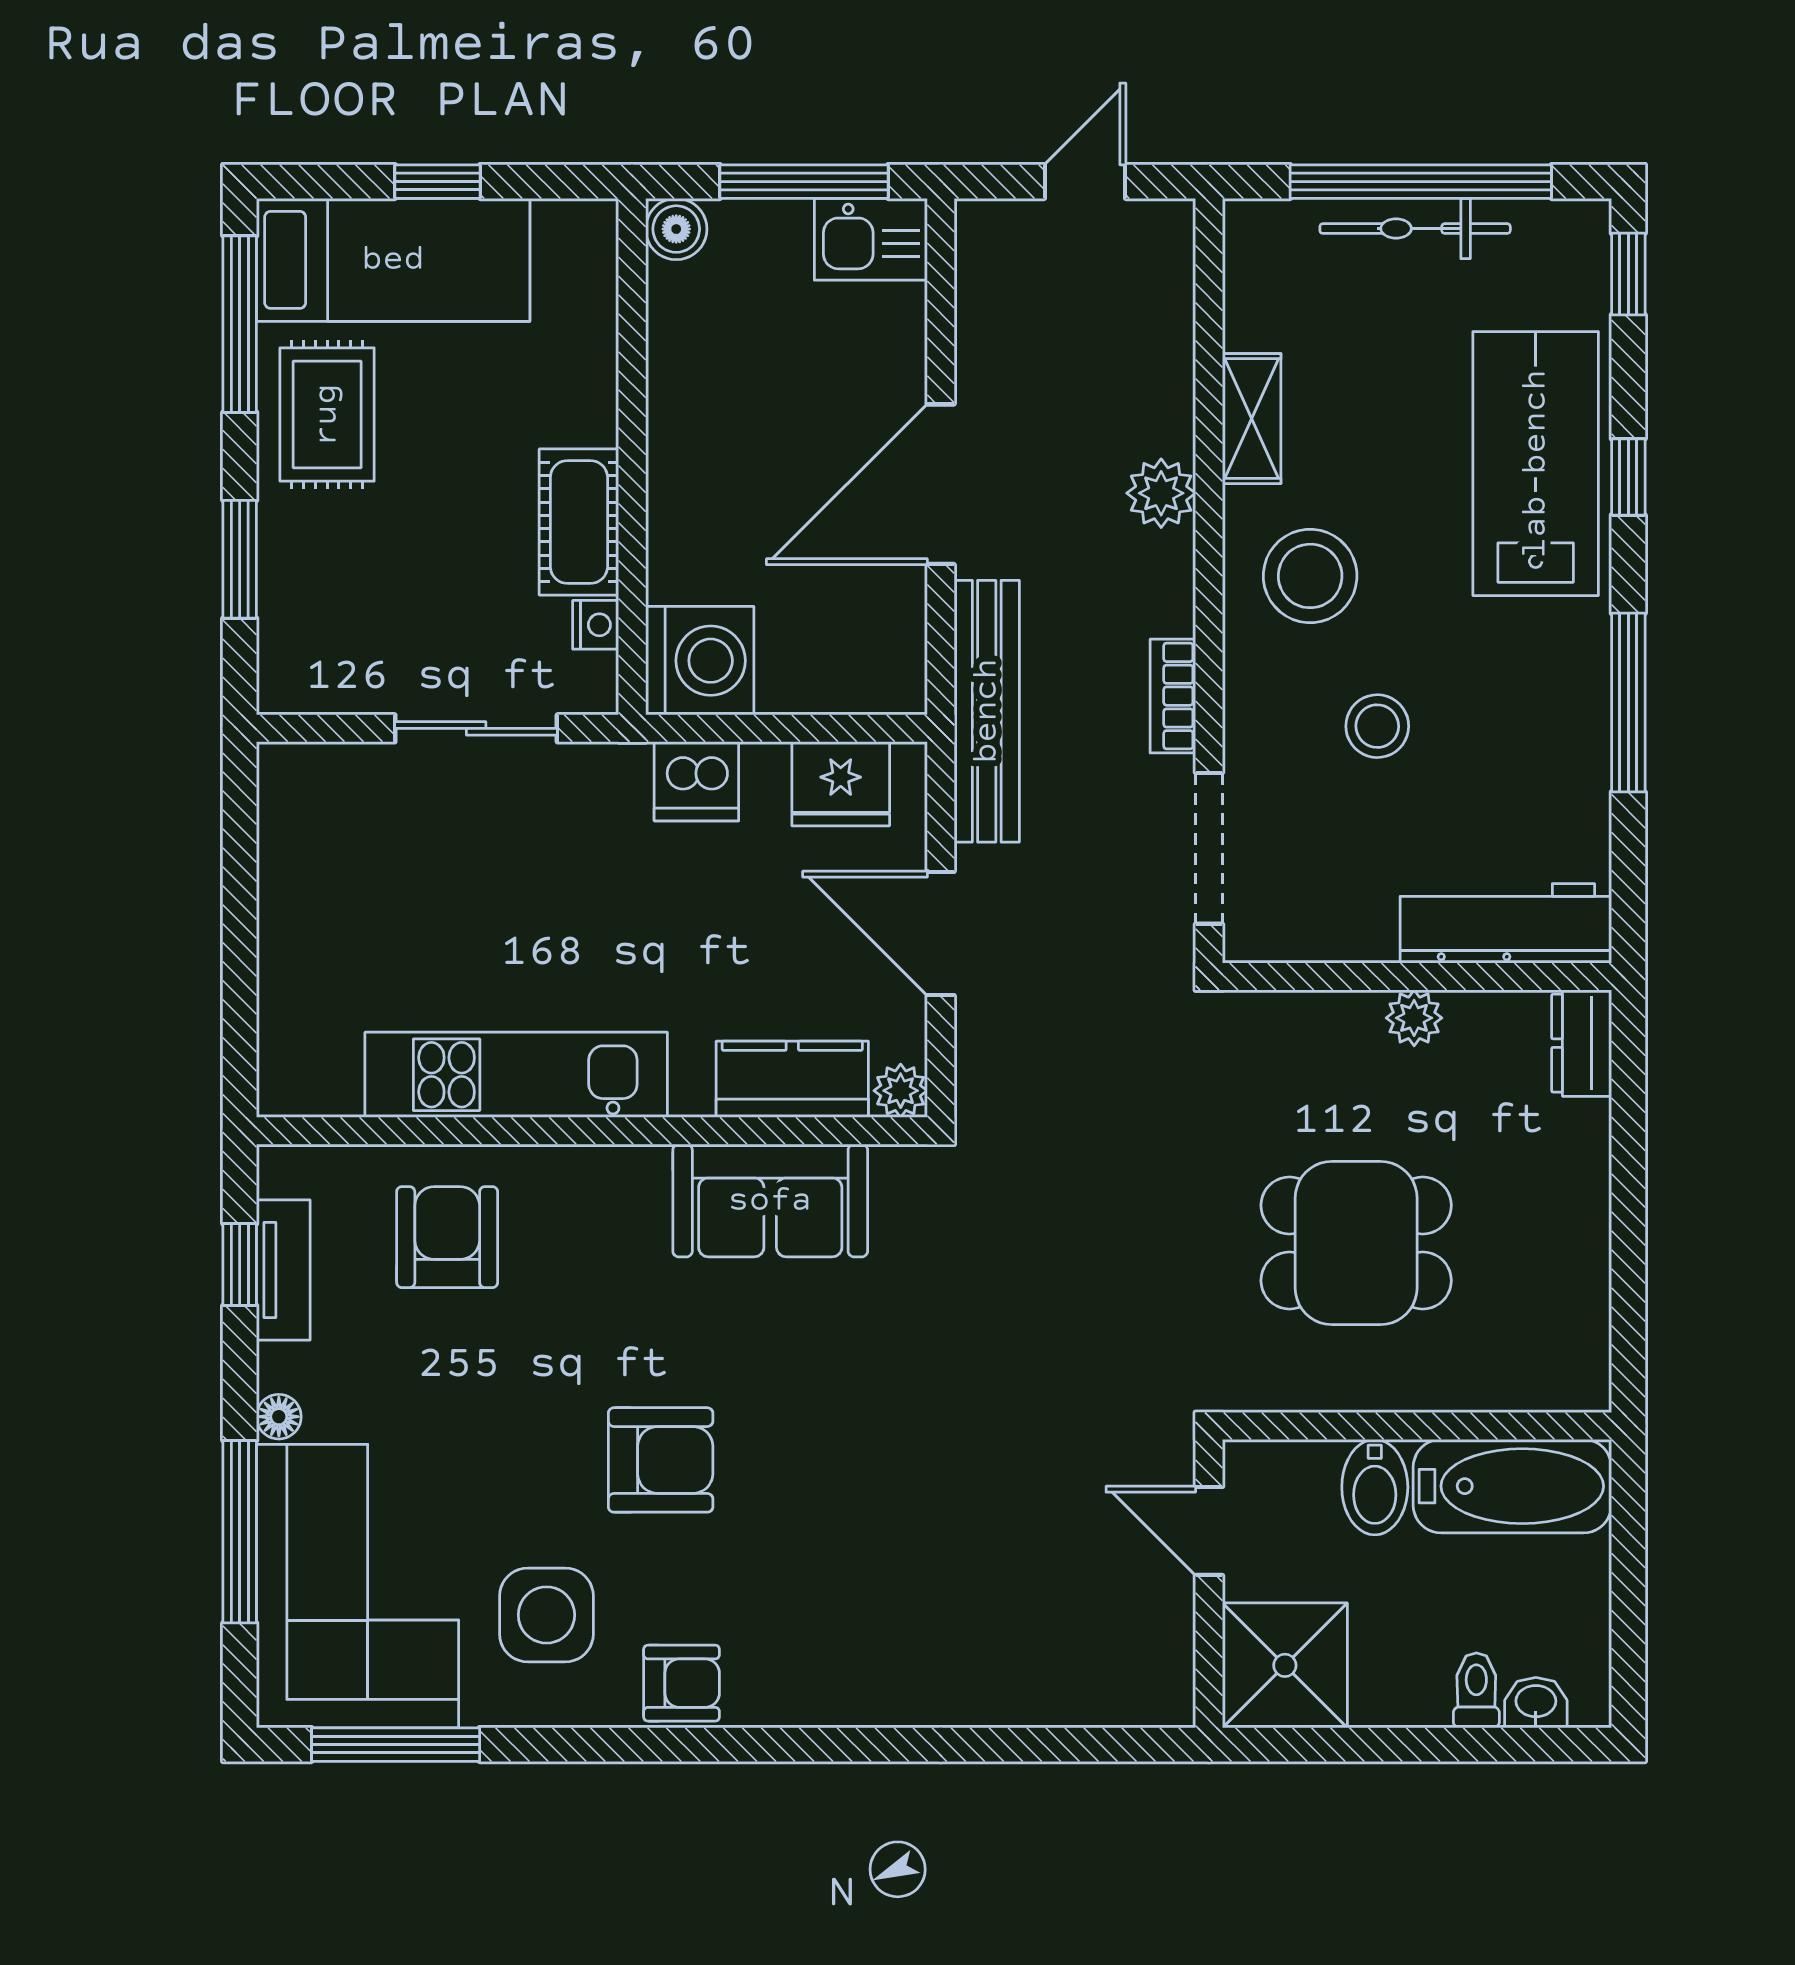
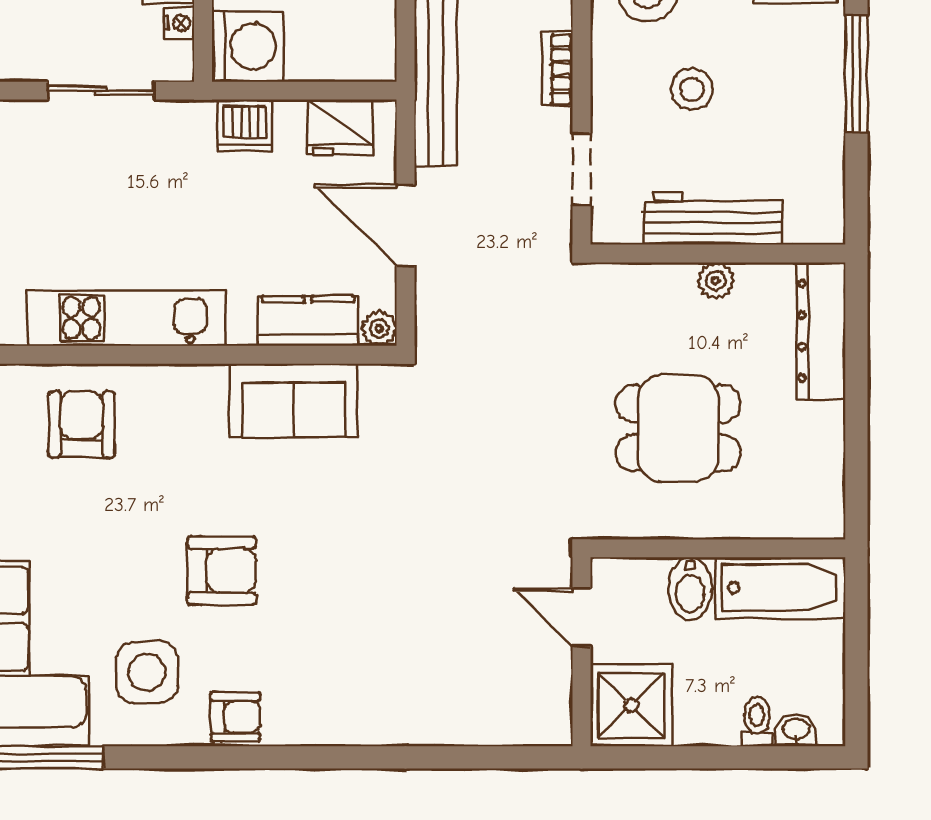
doorway: (1209, 848) -> (581, 169), width x0.73
workbench: (1506, 923) -> (713, 219), moved
dresser: (1582, 1043) -> (821, 331), width x1.96, depth x1.24

